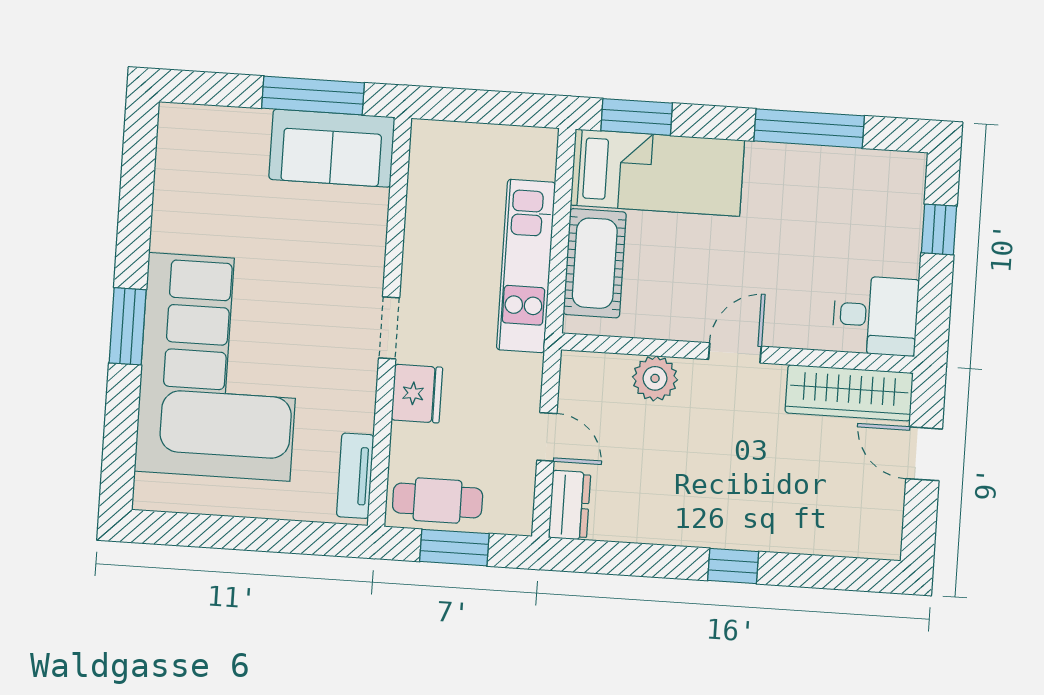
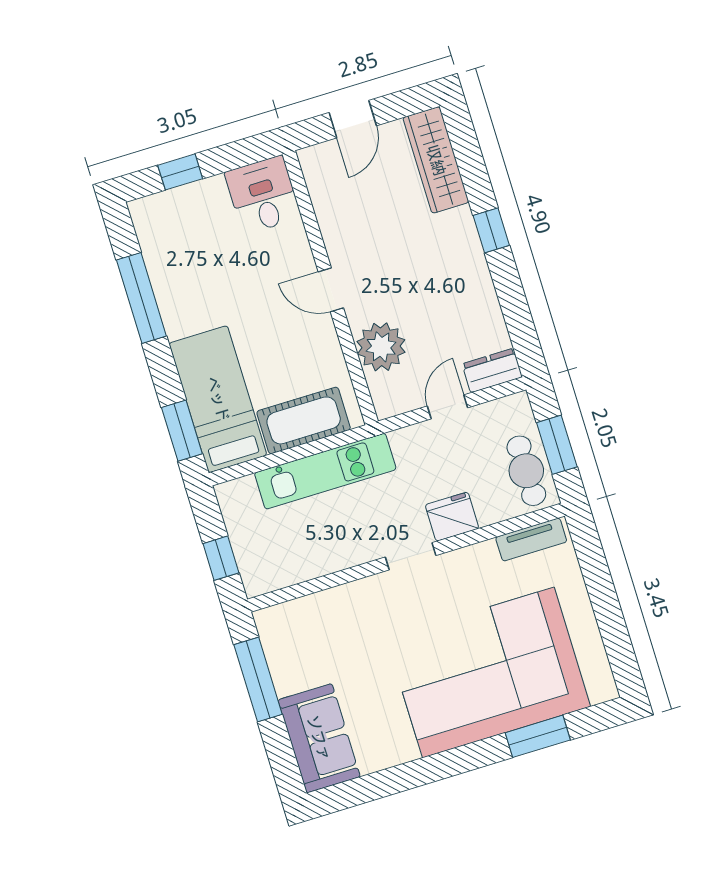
window: (471, 106) -> (221, 558), added
sofa: (332, 148) -> (319, 738), moved
window: (128, 326) -> (538, 736), moved
plant: (655, 378) -> (381, 347), width x1.36, depth x1.36
wardrobe: (849, 393) -> (436, 160), moved, turned 180

